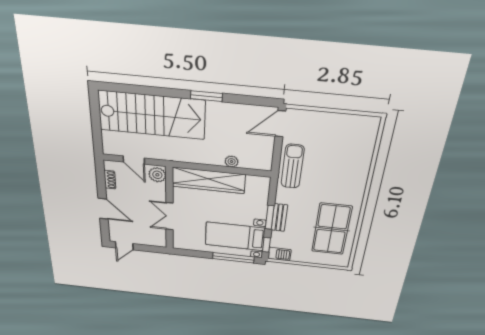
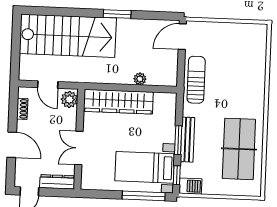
bench: (279, 218) -> (188, 140), width x1.36
dresser: (150, 241) -> (57, 182), added

